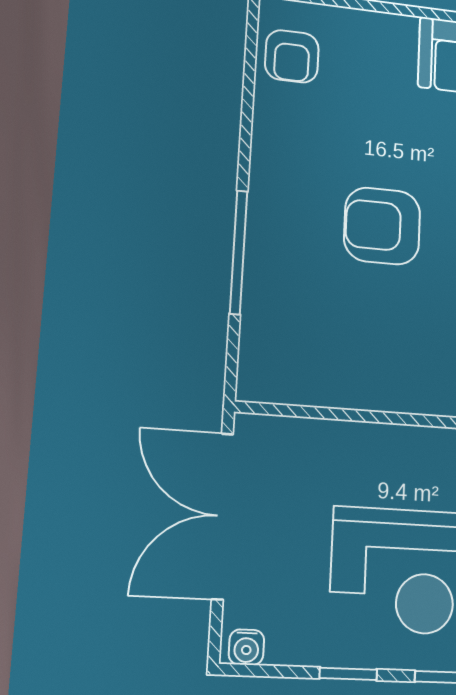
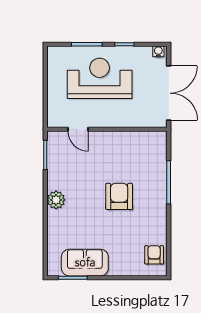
armchair: (382, 226) -> (119, 196), turned -90

